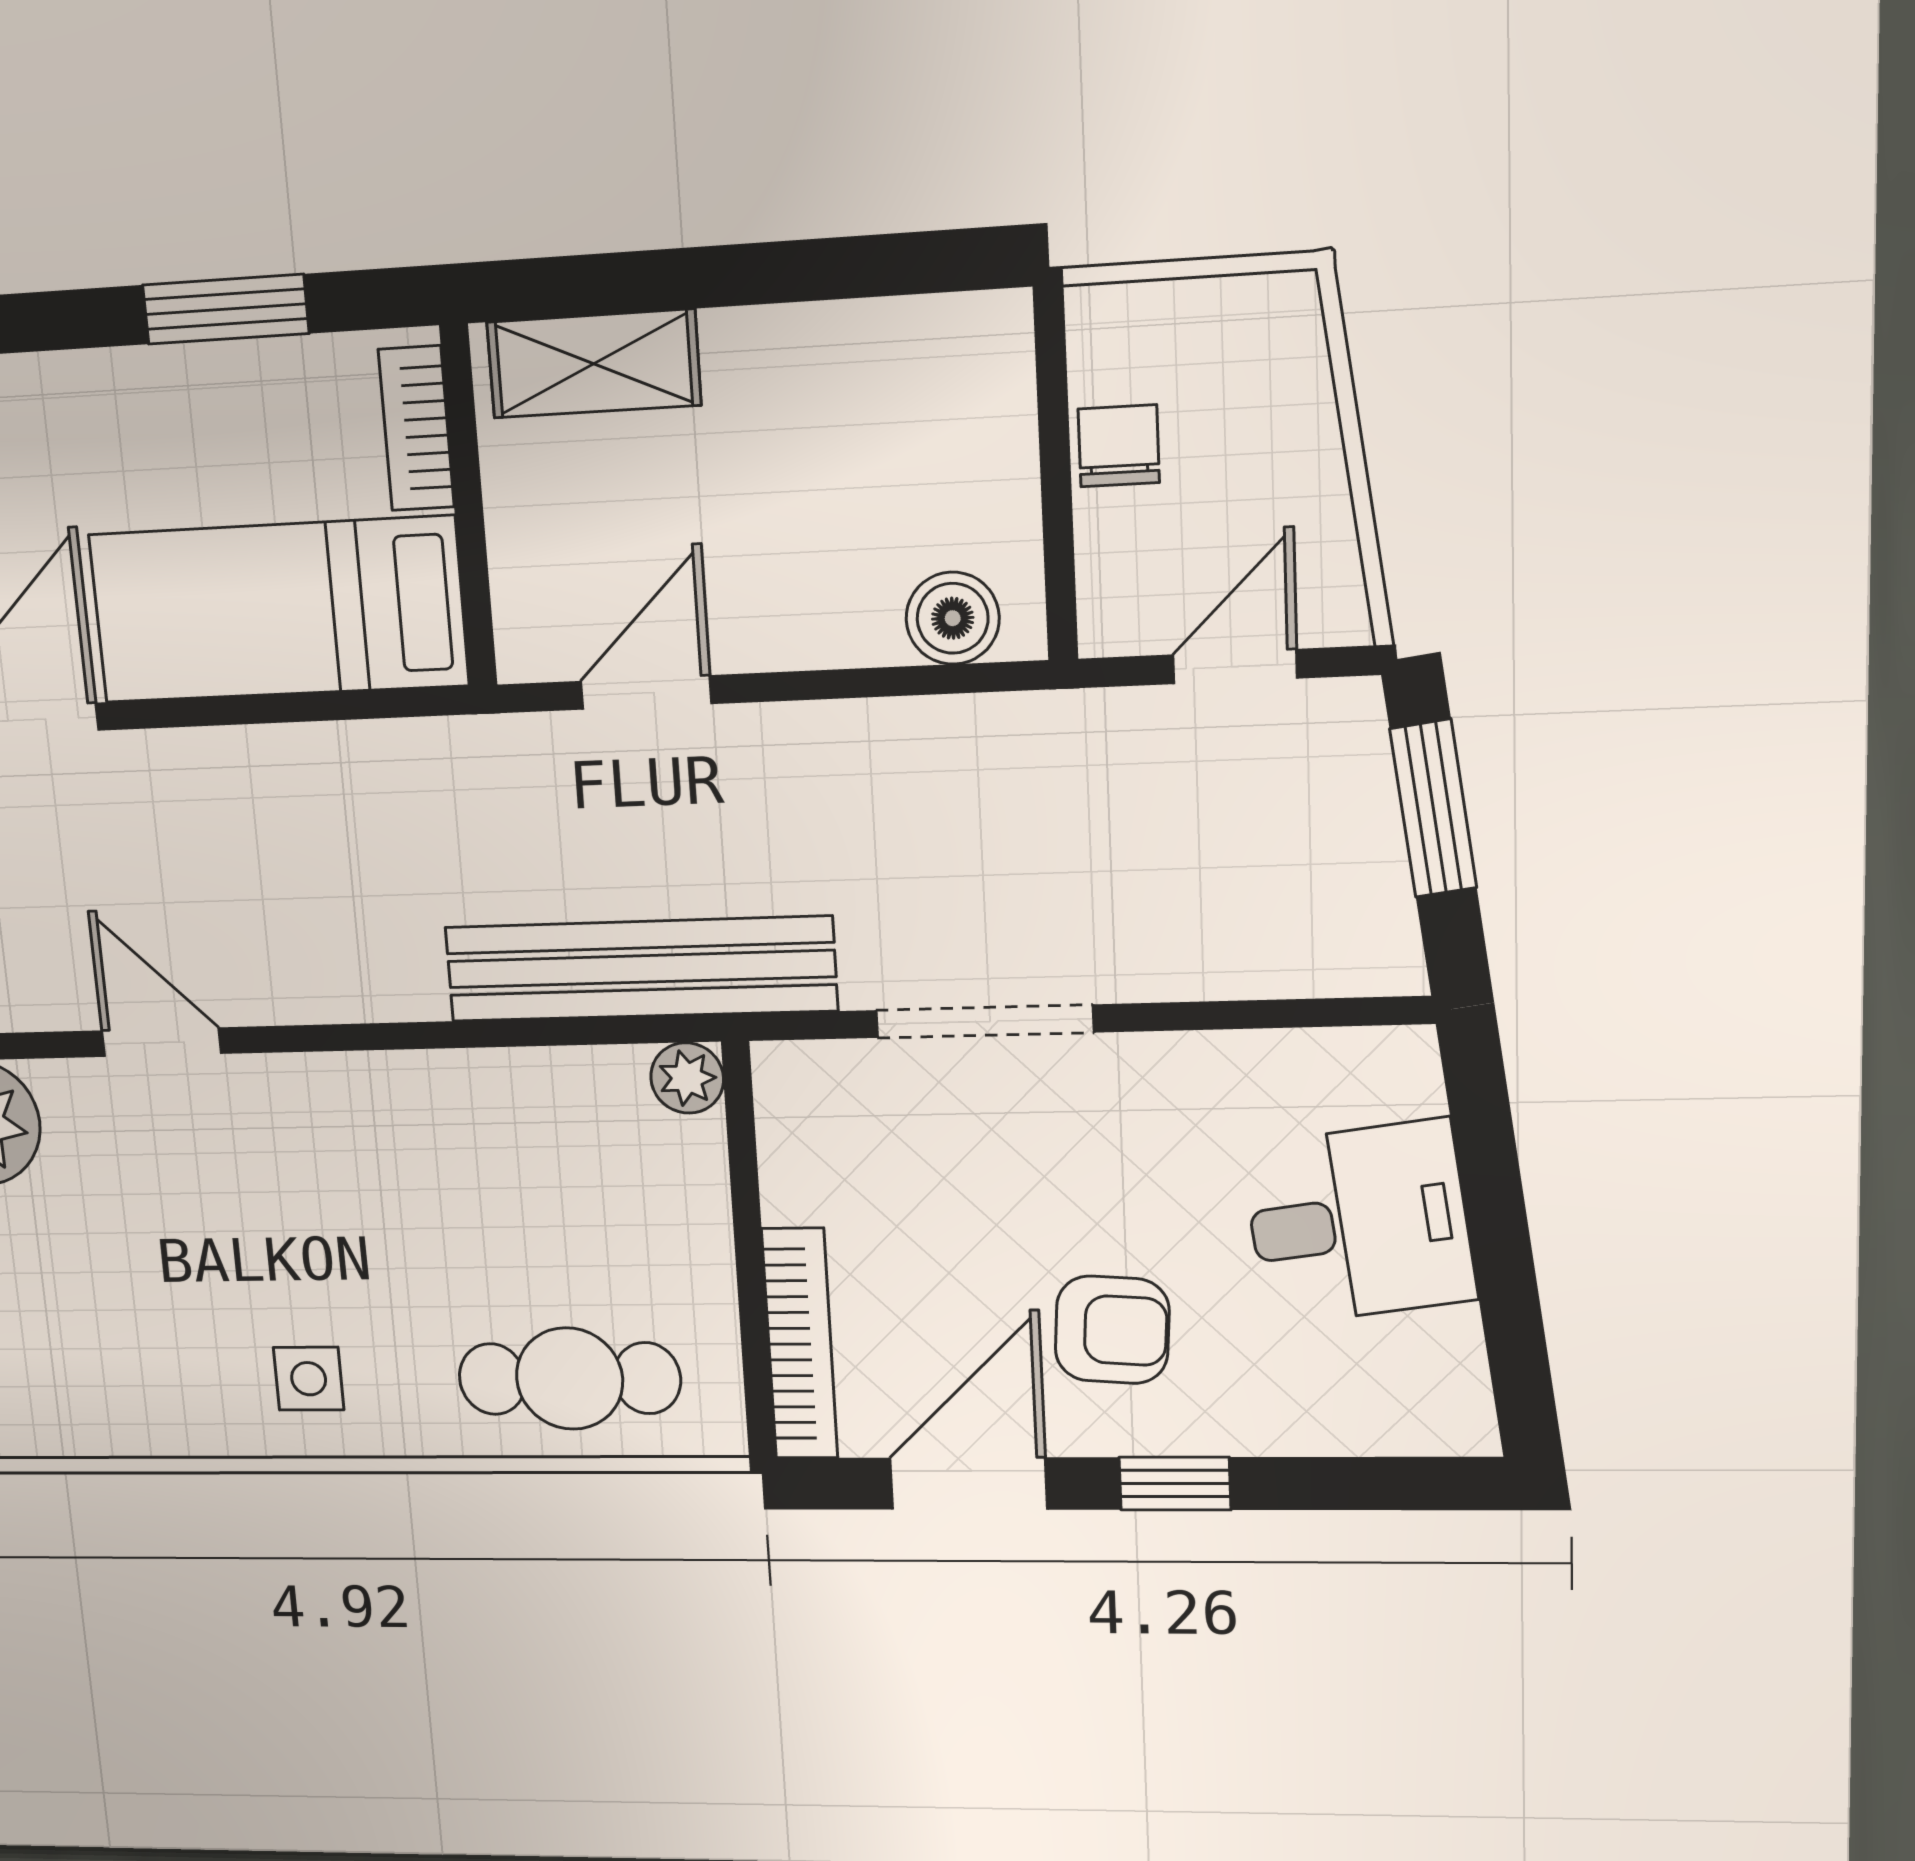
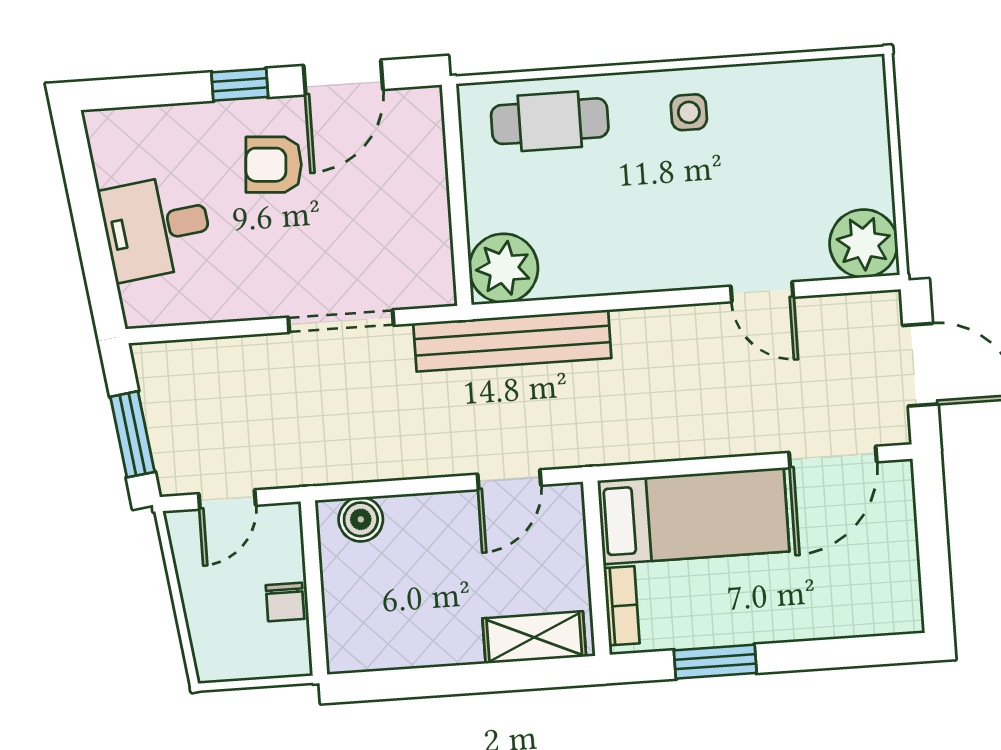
plant: (687, 1078) -> (503, 268), width x1.88, depth x1.88
bookcase: (800, 1344) -> (430, 148), removed

